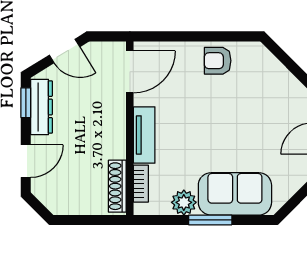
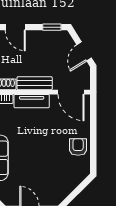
dresser: (42, 107) -> (49, 37), removed
bench: (115, 130) -> (35, 83), added

